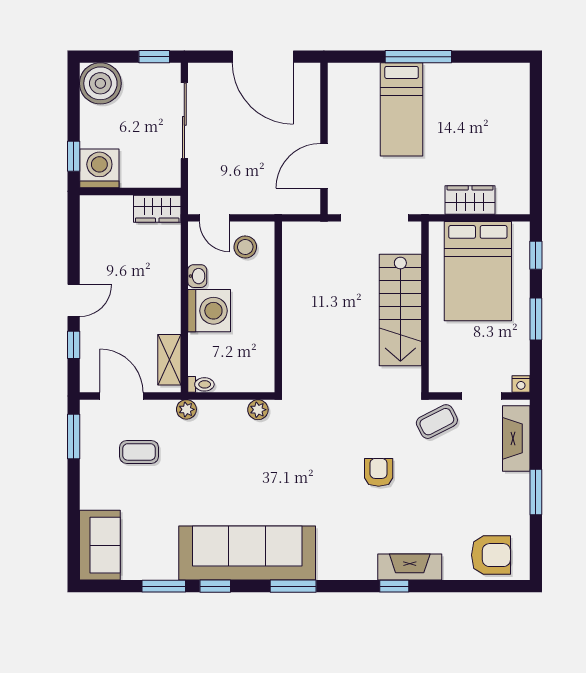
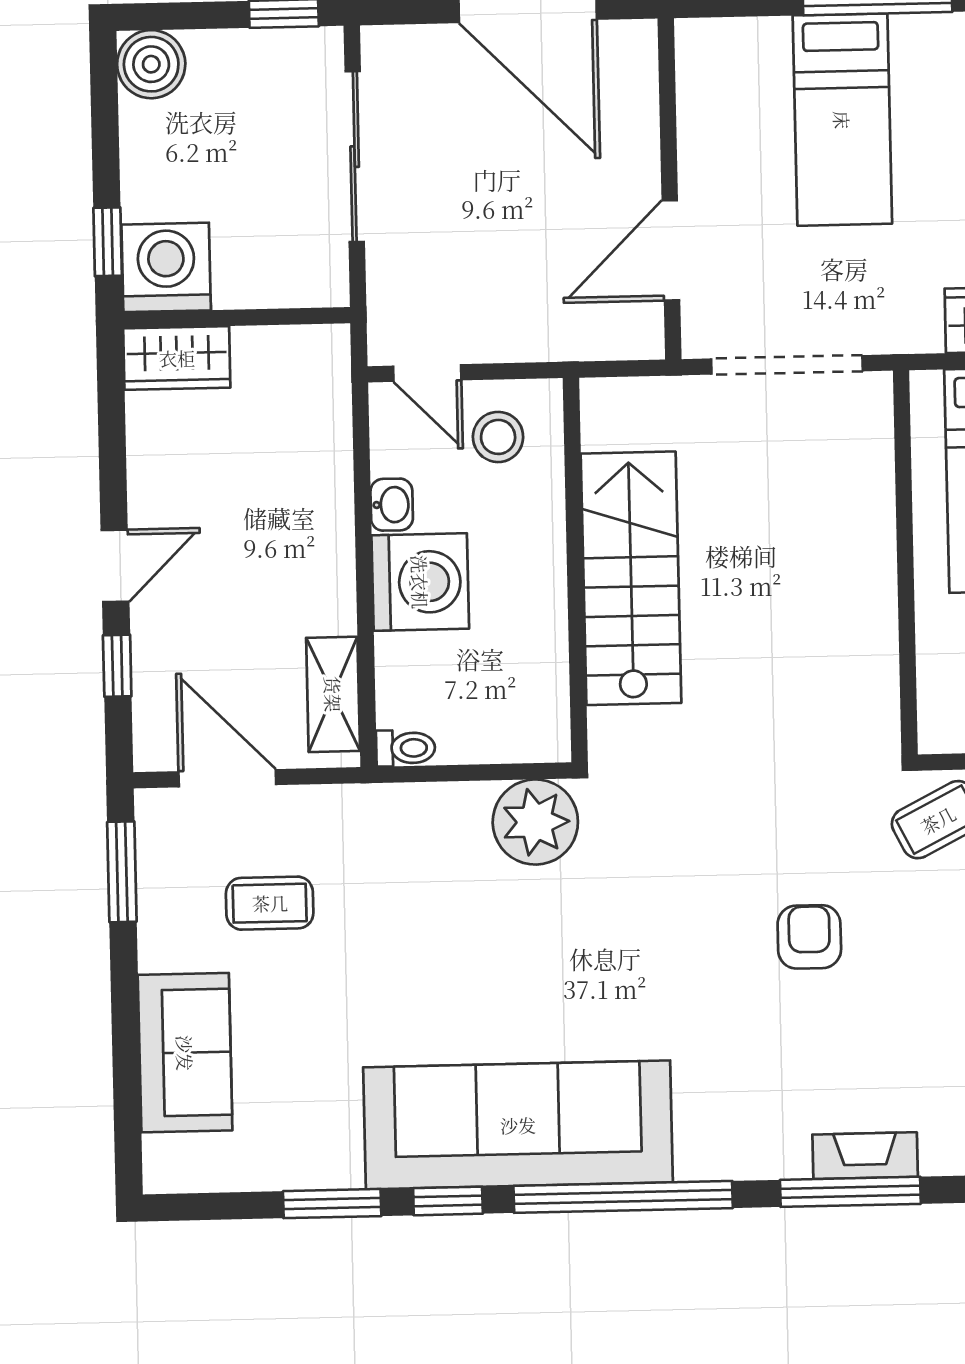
boiler: (100, 83) -> (151, 64), width x0.73, depth x0.73
wardrobe: (157, 209) -> (177, 358), moved
stairs: (400, 310) -> (631, 578), moved, turned 180
plant: (186, 409) -> (374, 805), removed
plant: (258, 410) -> (535, 822), width x1.87, depth x1.87
sofa: (100, 545) -> (185, 1053), moved
fireplace: (410, 567) -> (865, 1156), width x0.73, depth x0.76
window: (293, 586) -> (623, 1197), width x2.11
window: (394, 586) -> (850, 1192), width x2.17

